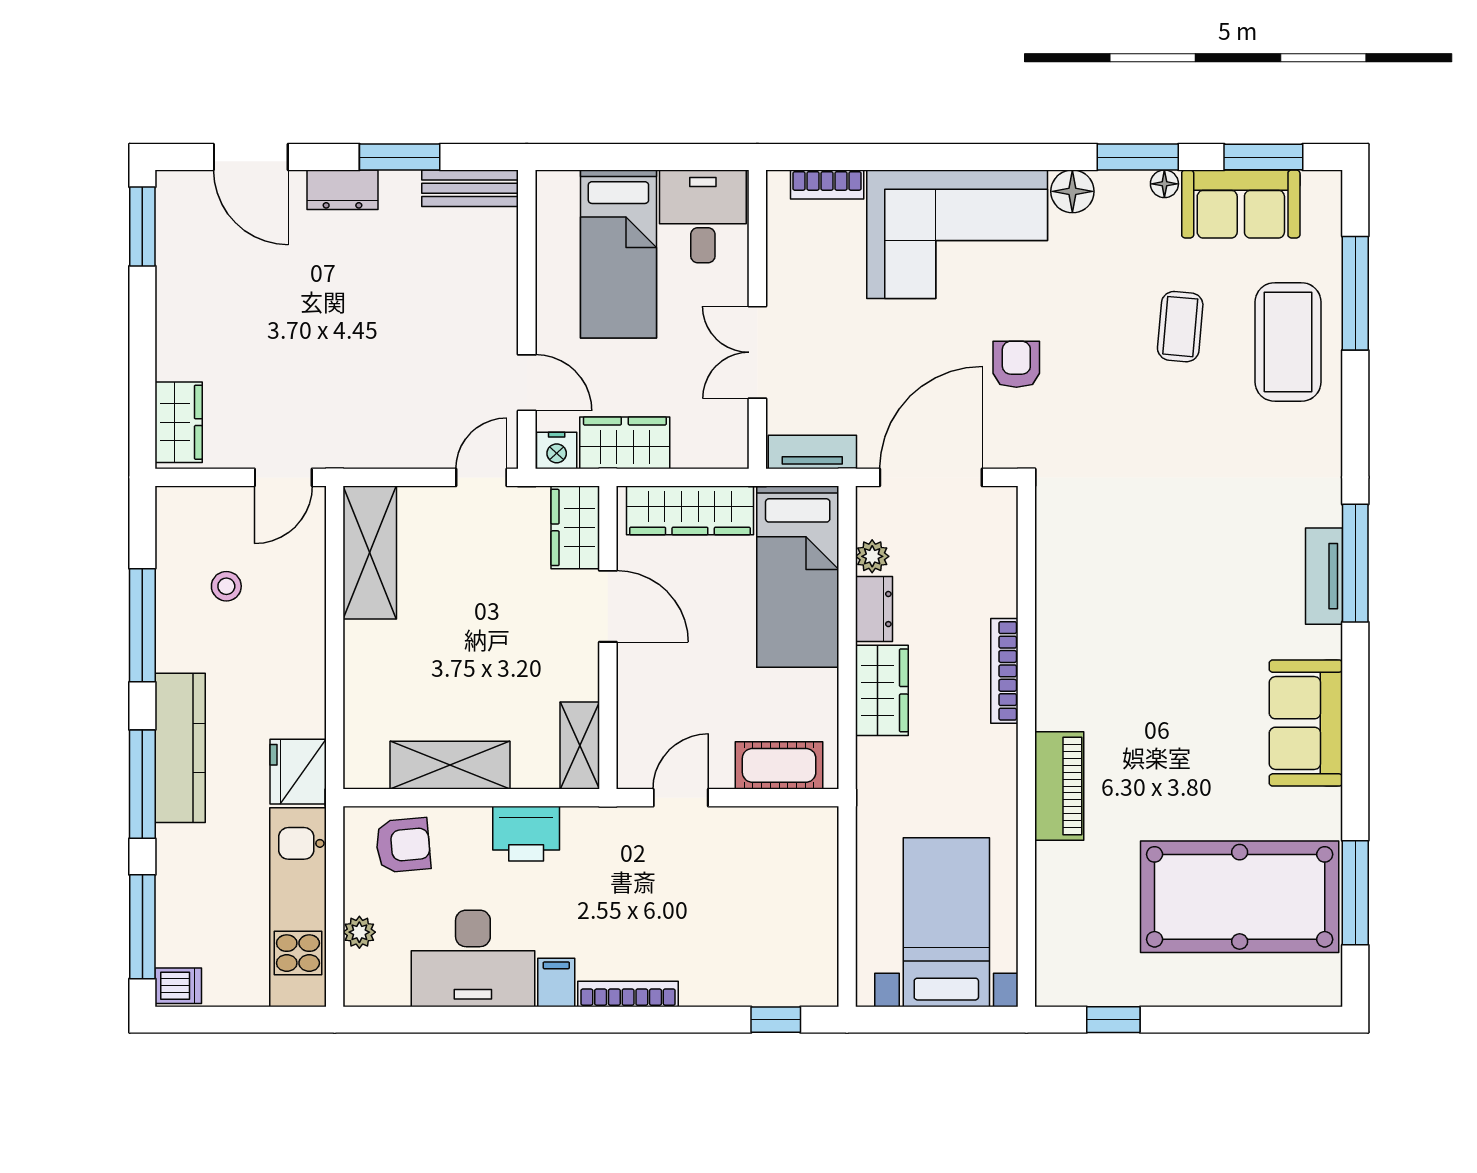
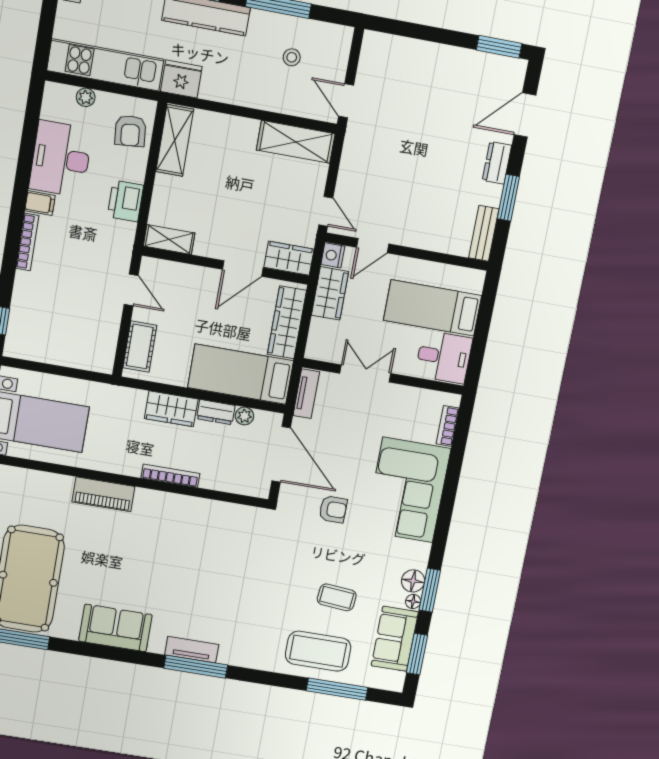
floor lamp: (1072, 191) -> (413, 581), moved
wardrobe: (179, 422) -> (387, 47), removed
shelving: (450, 765) -> (175, 140), moved

